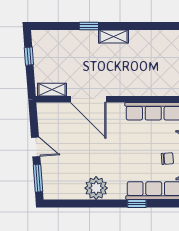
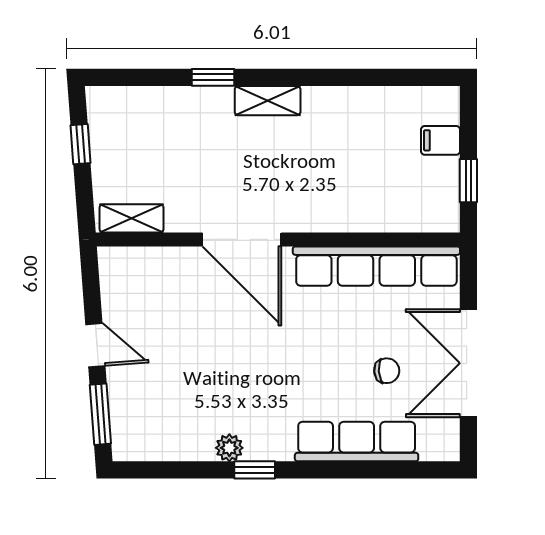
door: (88, 99) -> (242, 239), moved
plant: (96, 188) -> (229, 448), width x0.53, depth x0.53
window: (137, 203) -> (255, 470), moved

